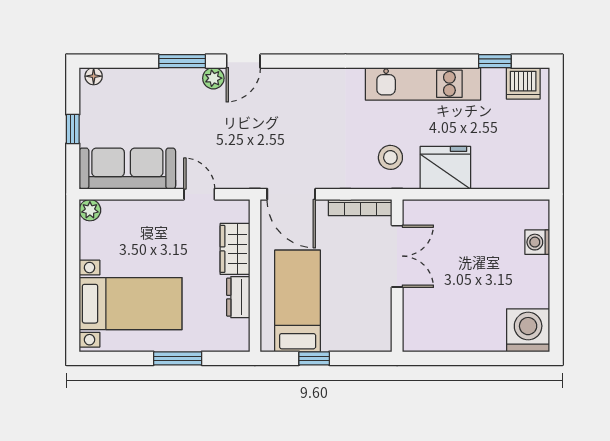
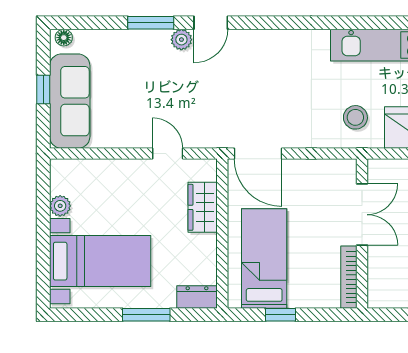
sofa: (127, 169) -> (70, 101), moved, turned 90
bookcase: (360, 208) -> (349, 277), moved, turned 90
plant: (90, 210) -> (60, 206), moved
dresser: (238, 297) -> (197, 297), moved, turned 90

